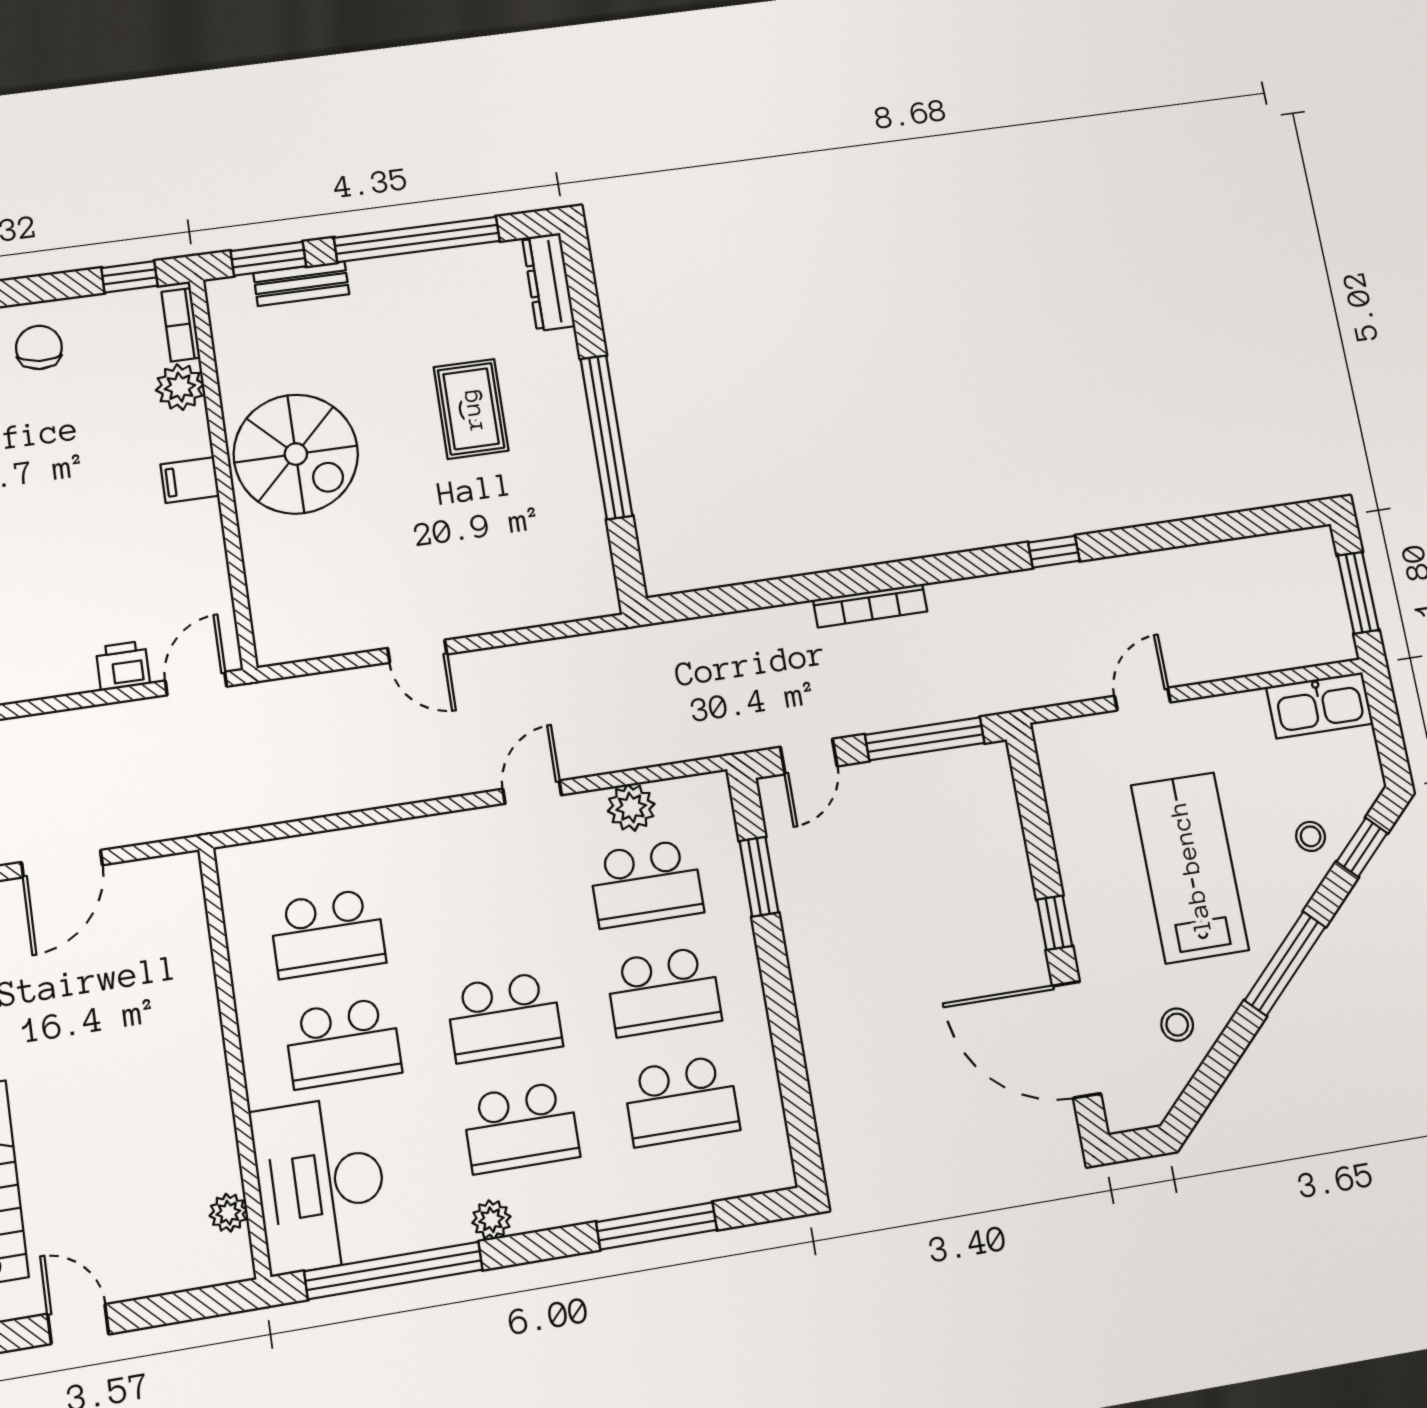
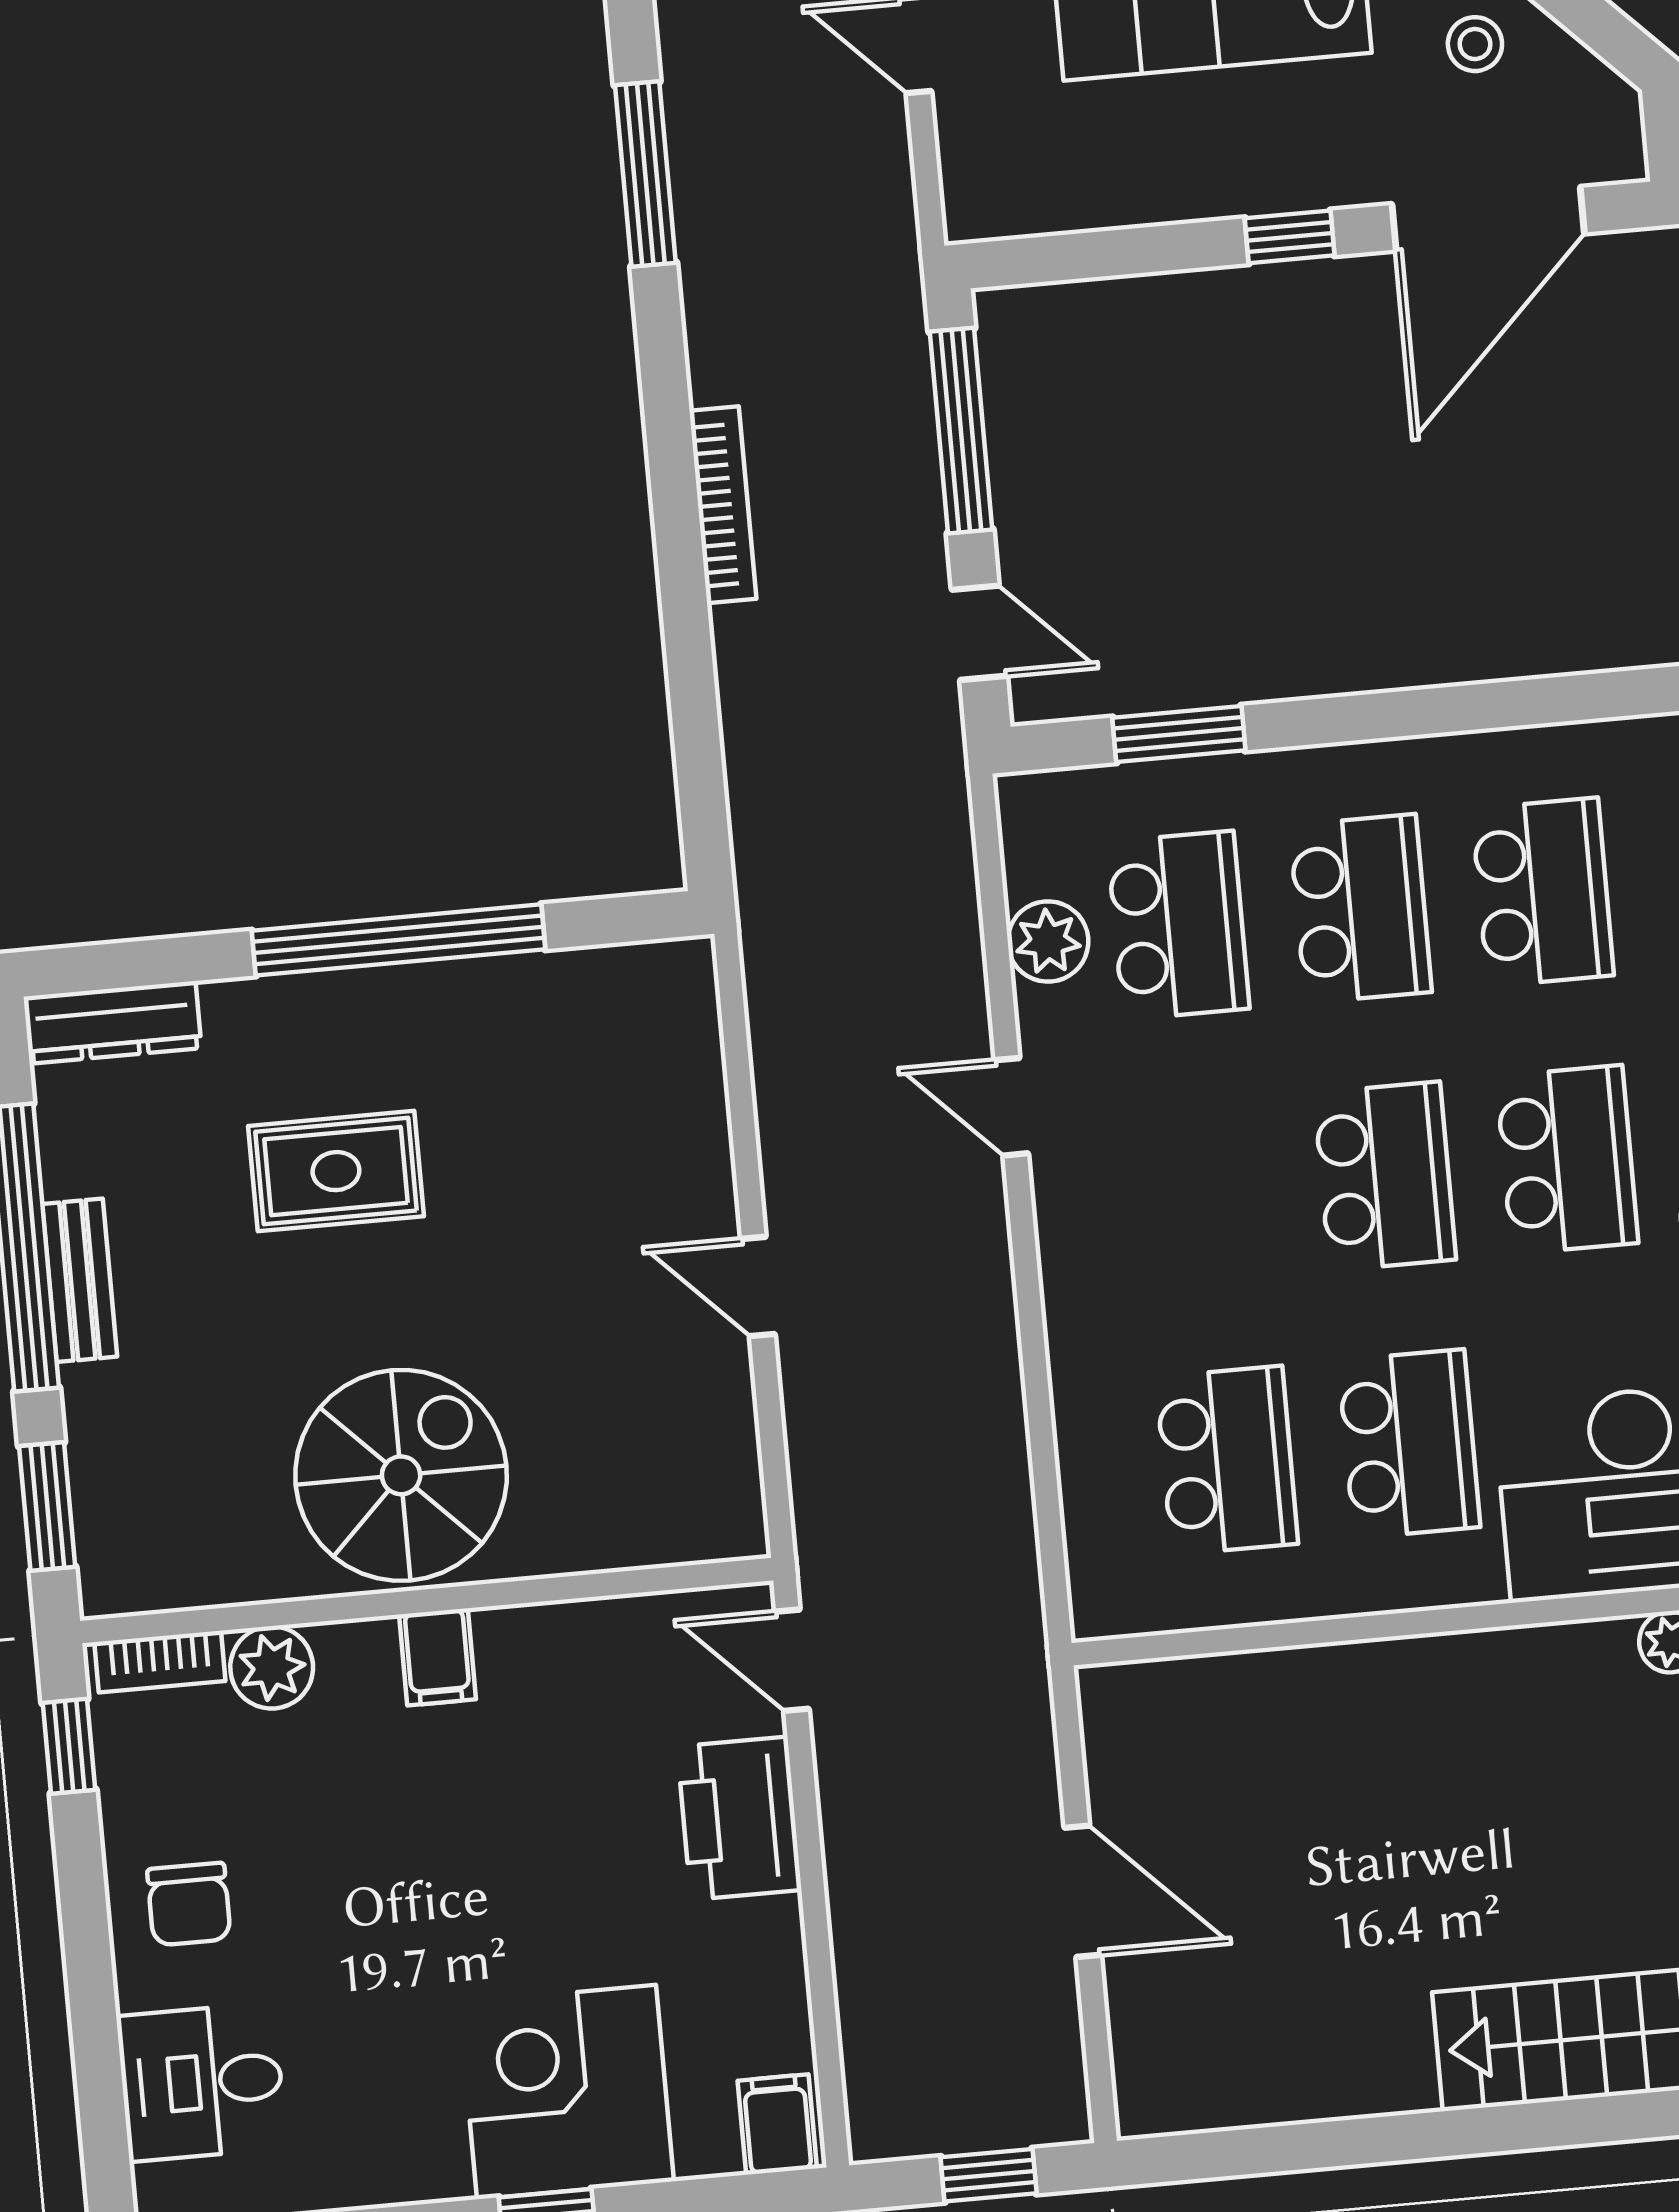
bench: (301, 284) -> (80, 1280), moved
chair: (39, 347) -> (189, 1904), turned -95
window: (1054, 552) -> (645, 174), width x2.17
door: (417, 651) -> (758, 1286), swing flipped
printer: (123, 666) -> (739, 1818), width x1.87, depth x1.48

